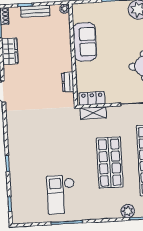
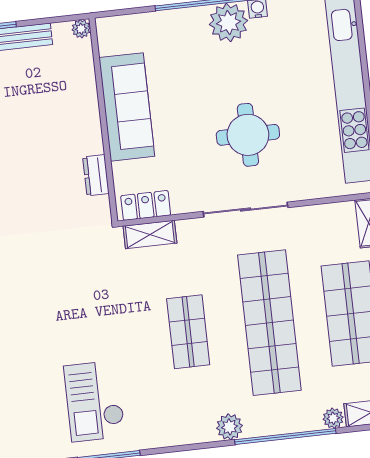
sofa: (85, 42) -> (127, 107), width x1.36
shop shelf: (110, 162) -> (188, 332), width x0.70, depth x0.74

